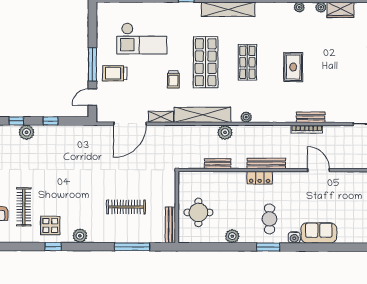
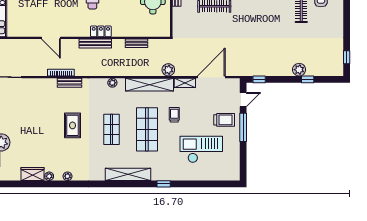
bench: (311, 117) -> (69, 83), moved
window: (51, 121) -> (259, 79), moved
plant: (225, 132) -> (168, 70), moved

